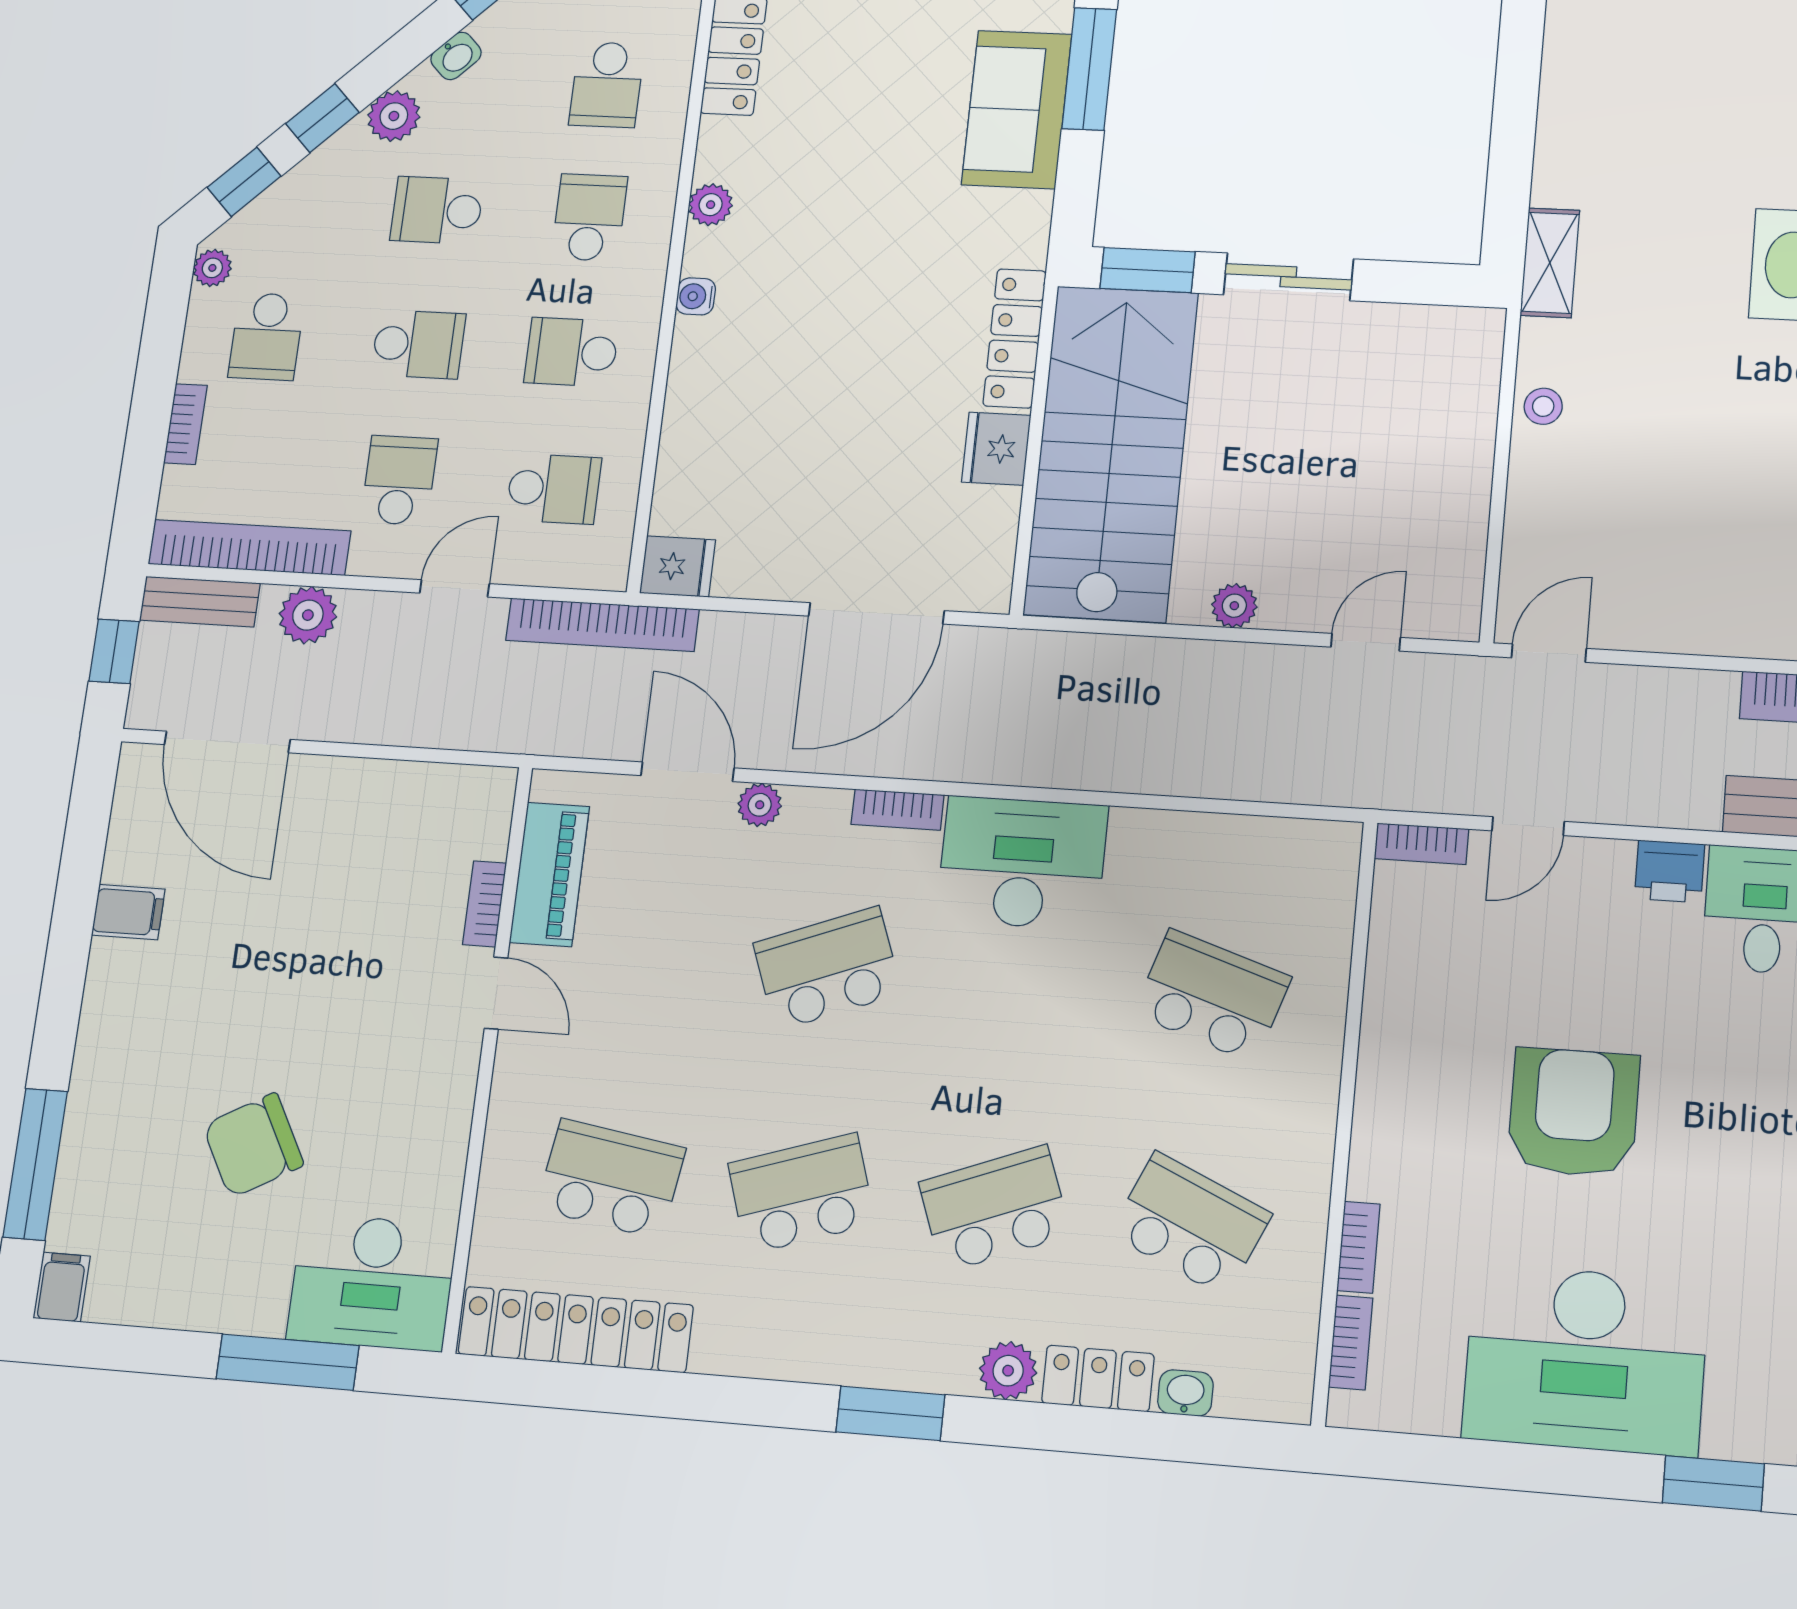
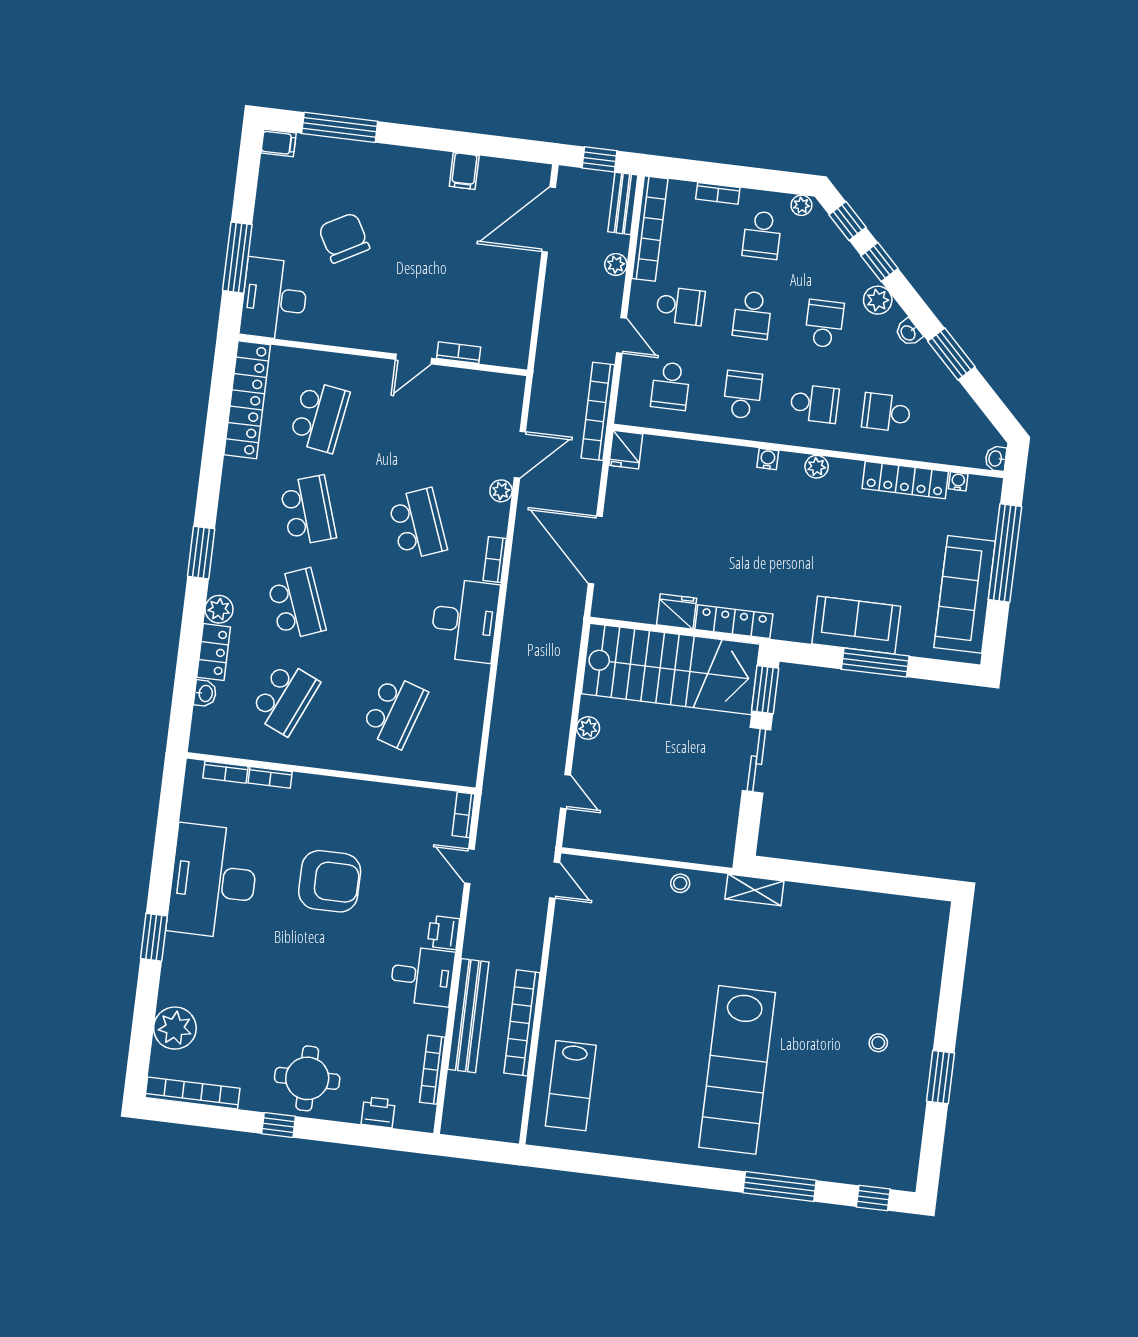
school desk: (267, 337) -> (762, 235), turned -90
plant: (308, 615) -> (616, 264), width x0.73, depth x0.73
piano: (549, 874) -> (472, 385), removed

